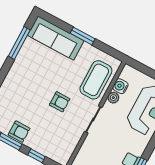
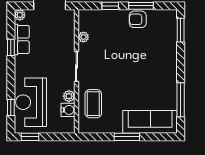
coffee table: (96, 80) -> (93, 104), width x0.73, depth x0.76
armchair: (60, 102) -> (115, 66), removed
plant: (74, 141) -> (83, 37), added

